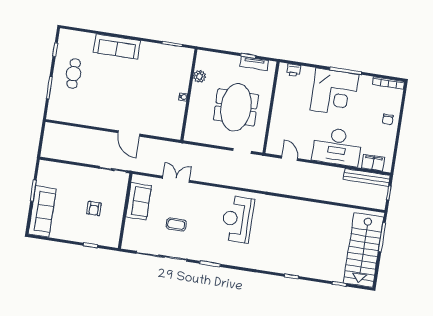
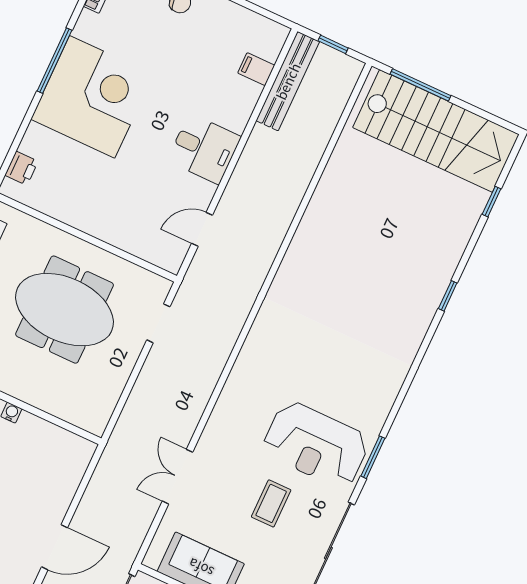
desk: (337, 147) -> (204, 149), width x0.53, depth x0.77
filing cabinet: (373, 163) -> (256, 69), width x0.50
reception desk: (237, 219) -> (316, 445), moved

